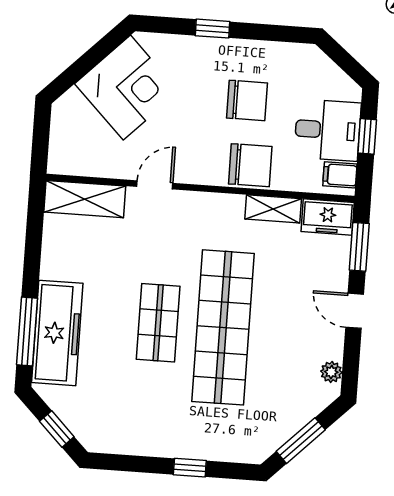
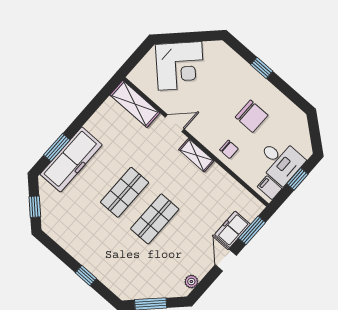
corner desk: (127, 88) -> (180, 66), moved
chair: (250, 165) -> (229, 149), width x0.54, depth x0.54
shelving: (273, 209) -> (196, 155), moved
freezer: (328, 217) -> (233, 229), moved, turned 90
shop shelf: (223, 327) -> (155, 219), width x0.50, depth x0.74
window: (27, 332) -> (57, 147), width x0.69

